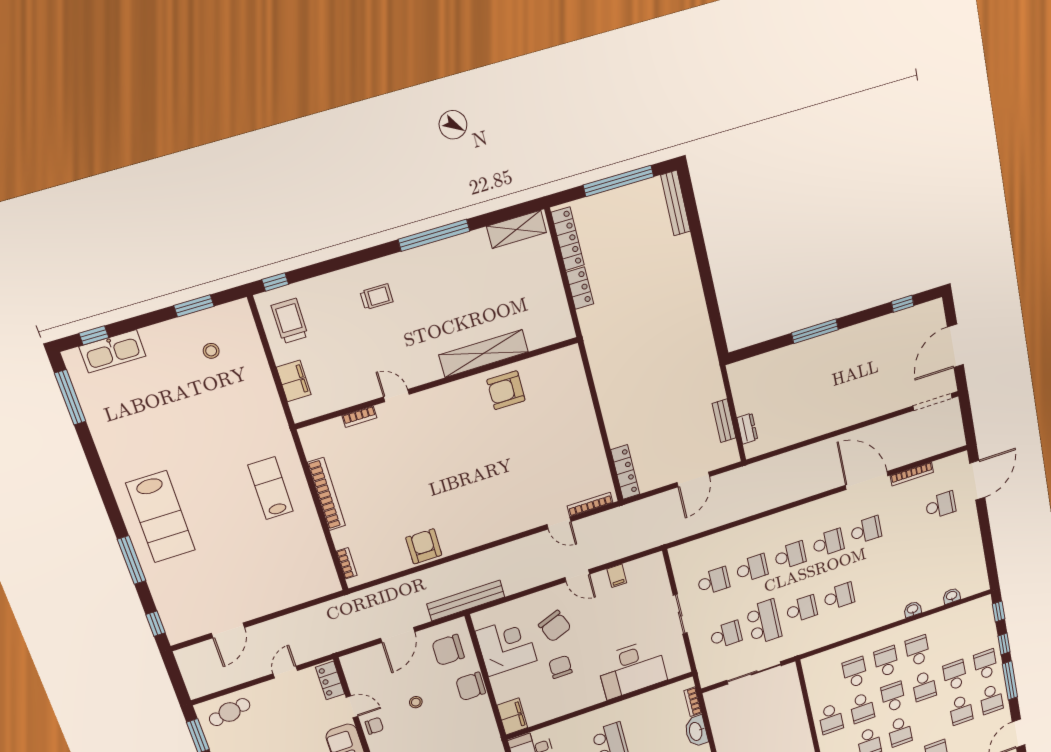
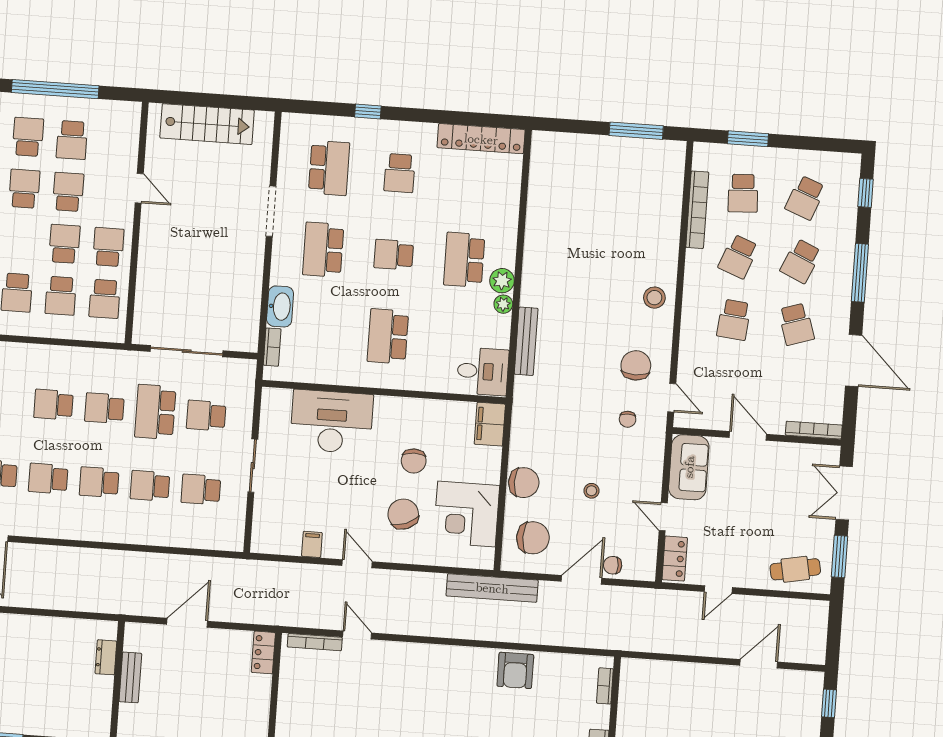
locker: (625, 472) -> (263, 652), width x0.66
school desk: (893, 697) -> (105, 299), moved
chair: (374, 726) -> (613, 565), moved

